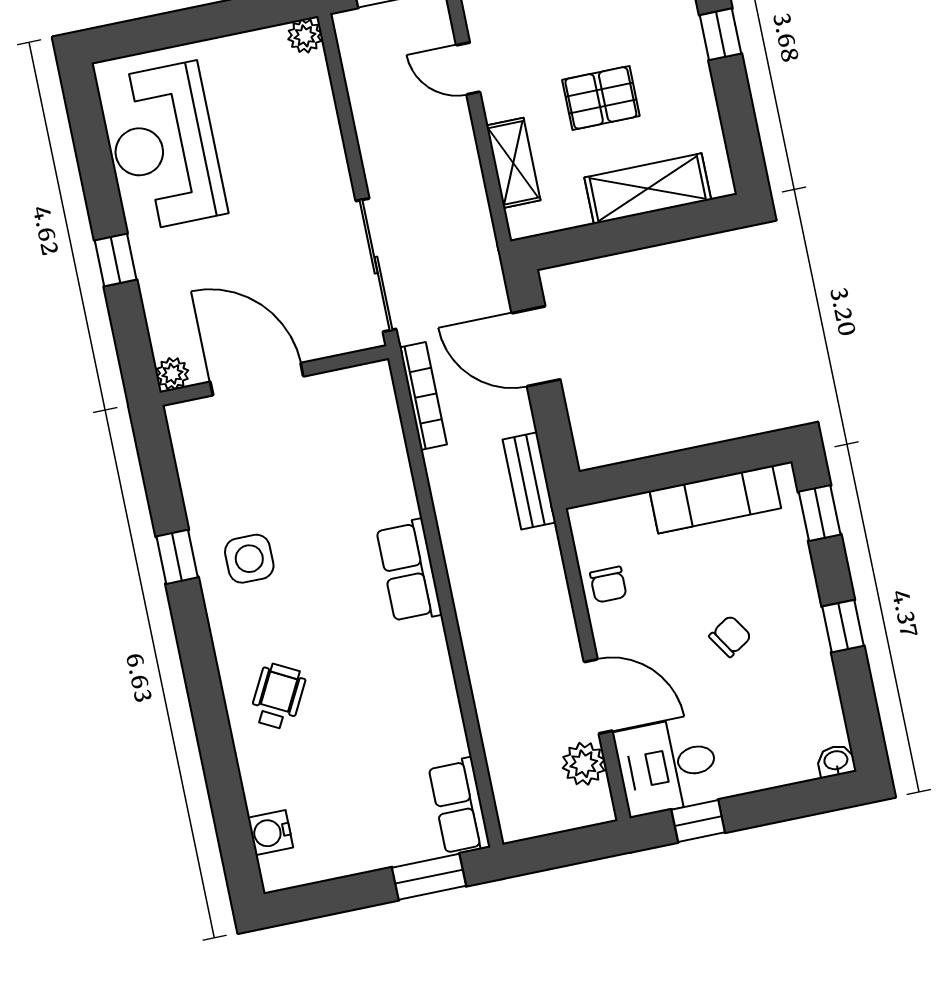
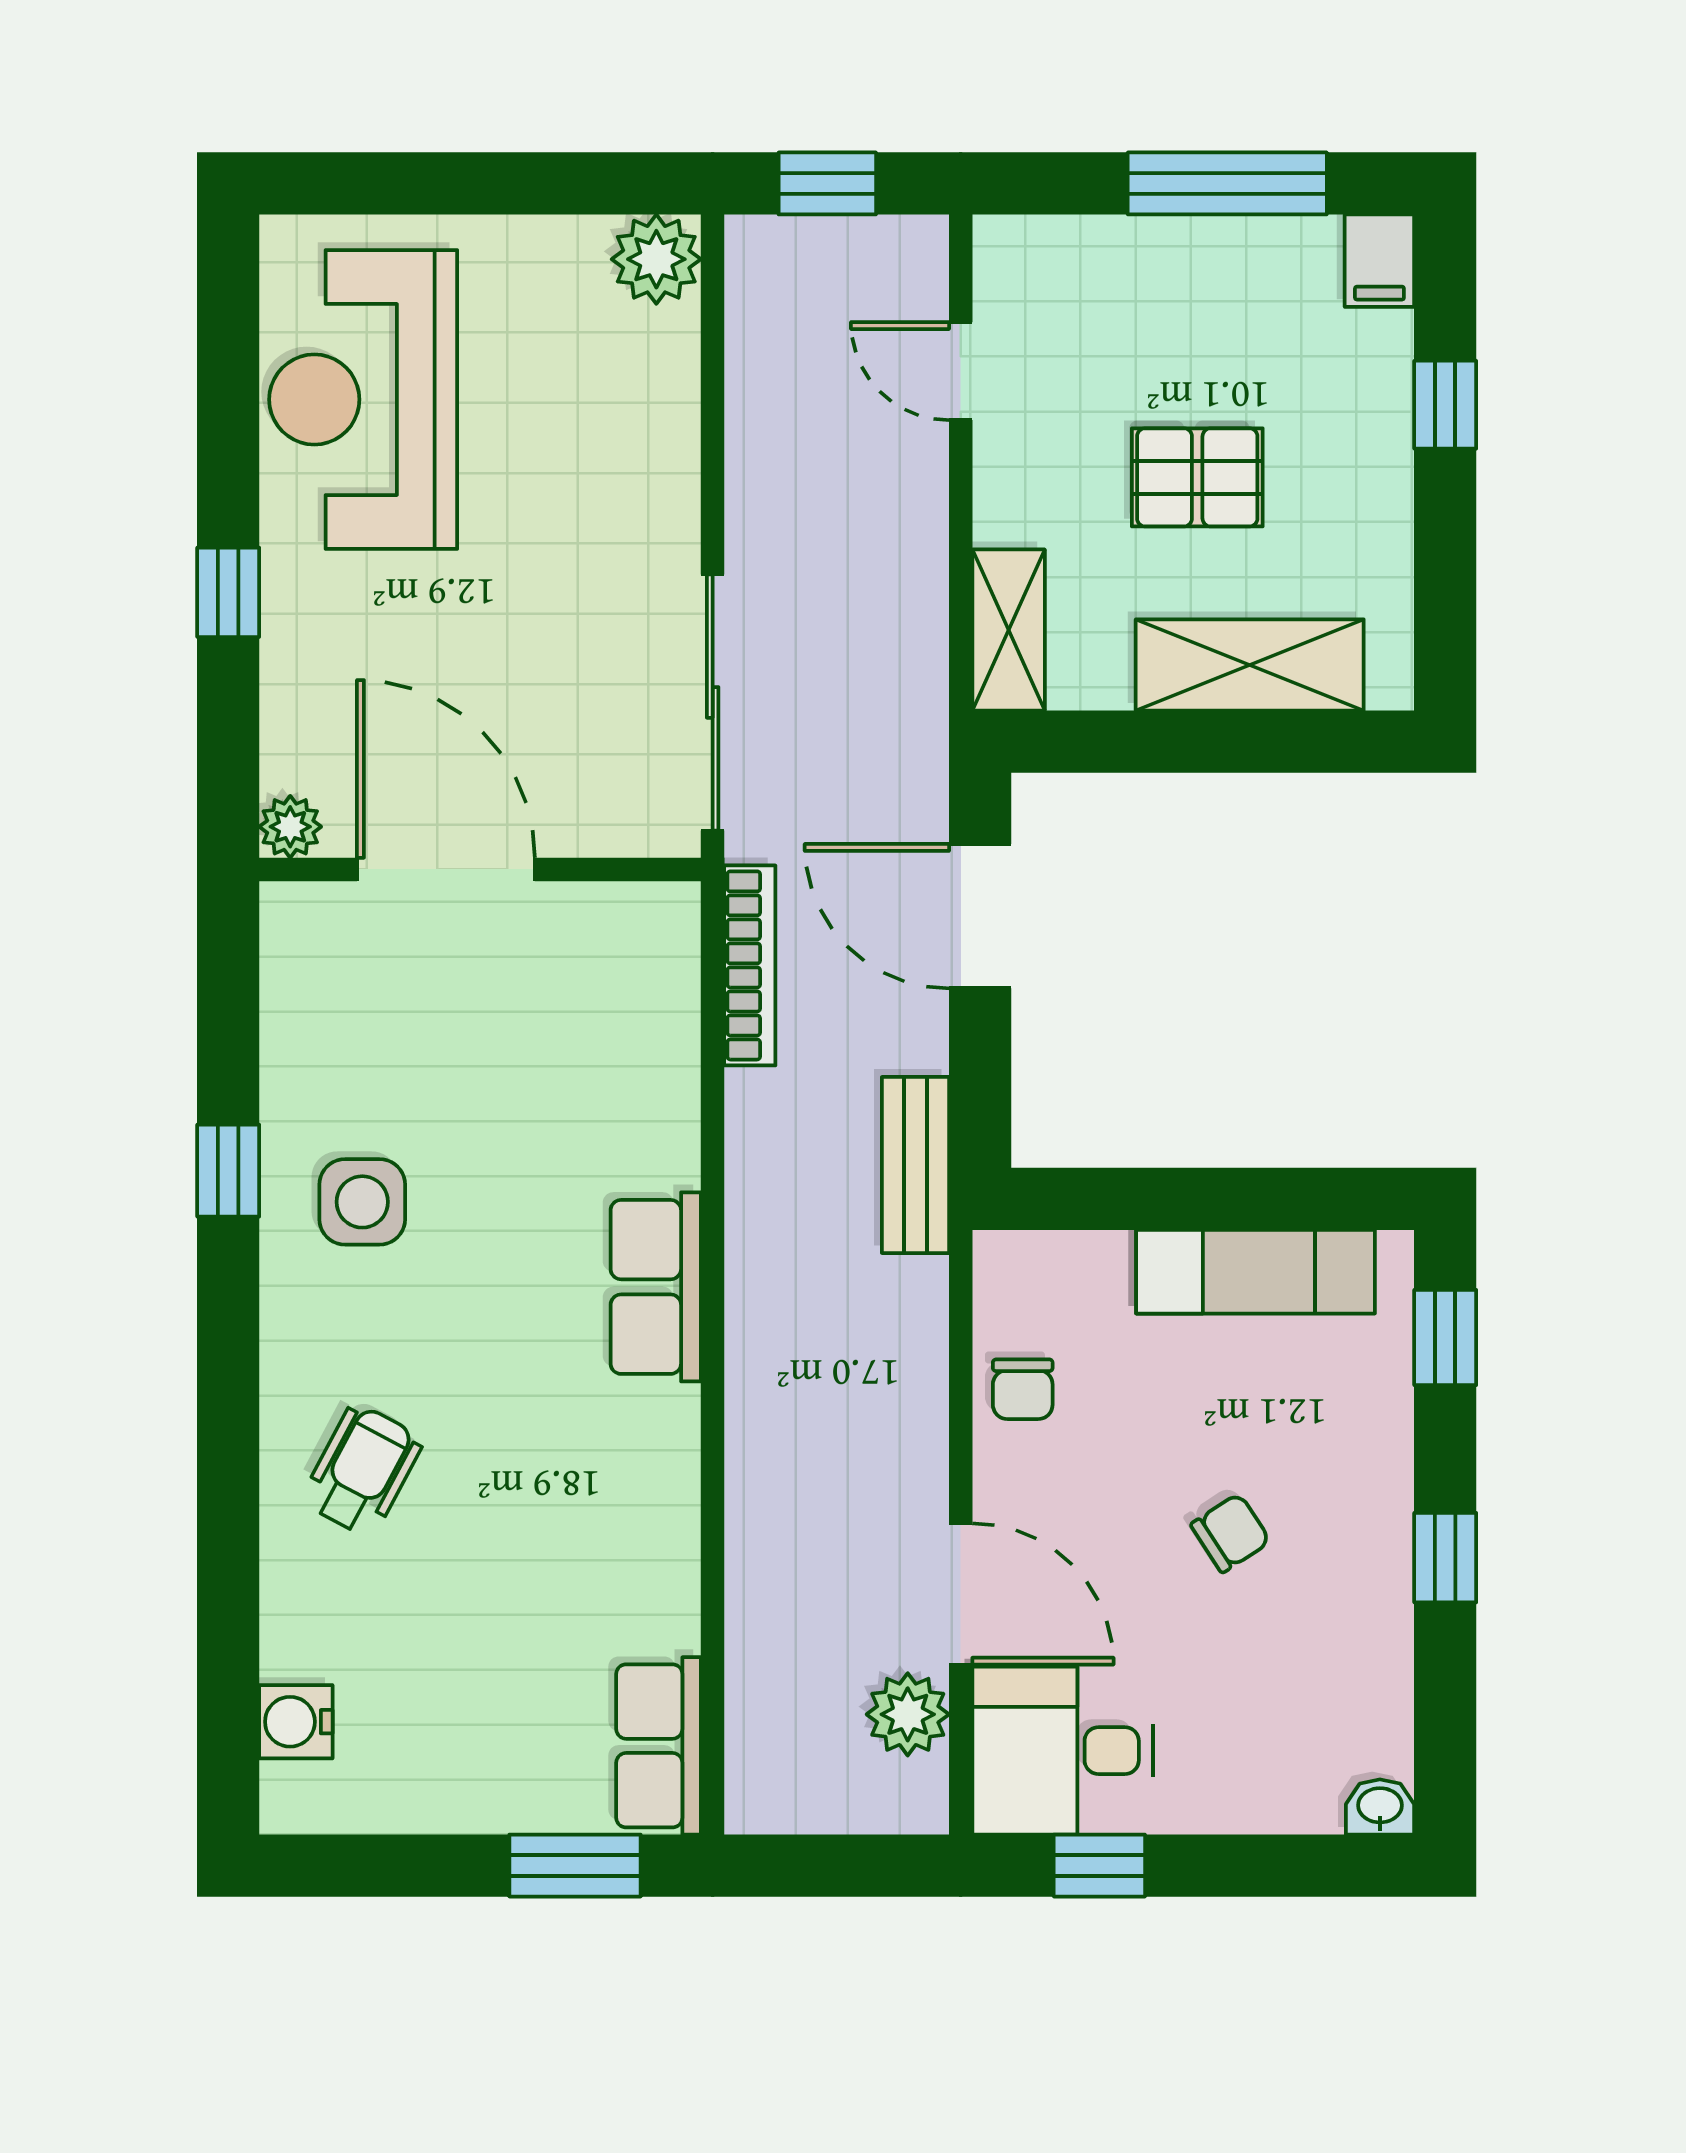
plant: (305, 36) -> (656, 259), width x1.38, depth x1.38
shelving: (513, 163) -> (1009, 630), moved

